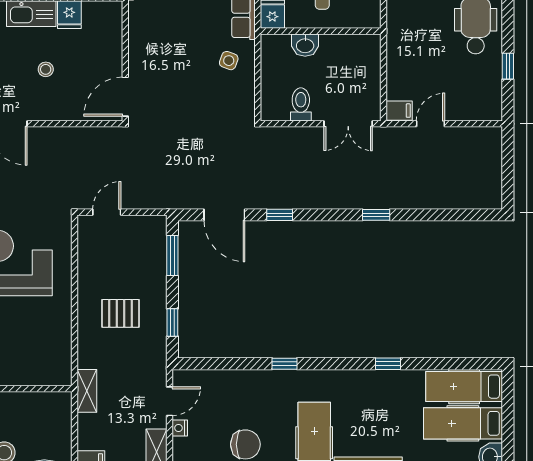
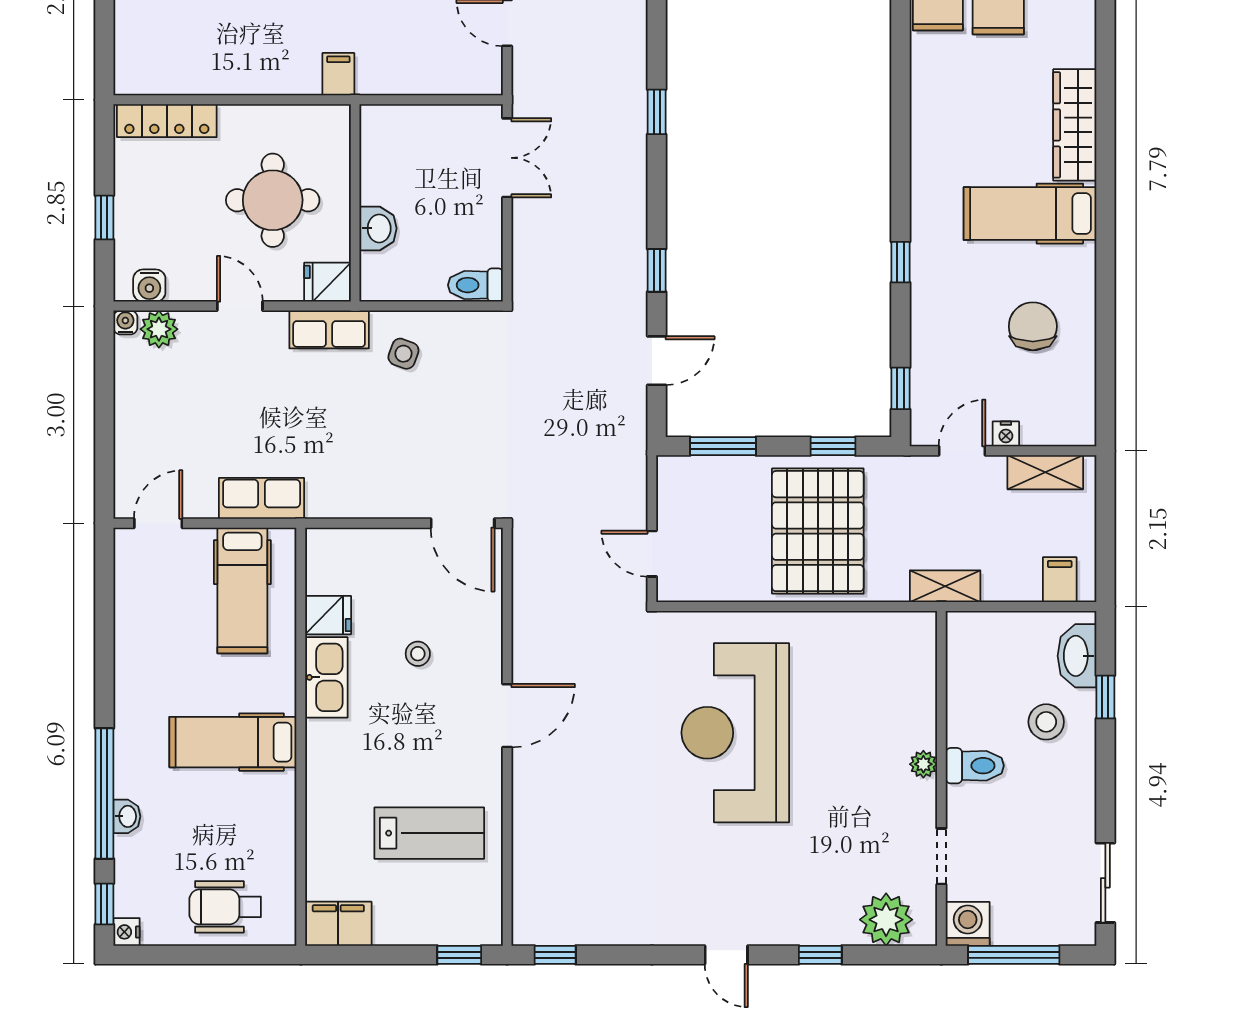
toilet: (301, 104) -> (475, 285), moved
filing cabinet: (399, 111) -> (338, 74), moved
door: (224, 215) -> (657, 361), width x0.73
pallet: (120, 313) -> (818, 531), width x2.05, depth x2.00
window: (388, 364) -> (901, 388), moved
door: (169, 401) -> (962, 451), hinge flipped

